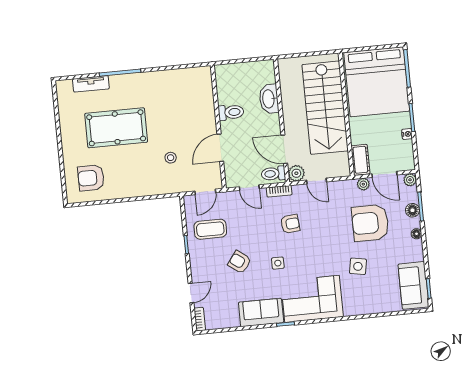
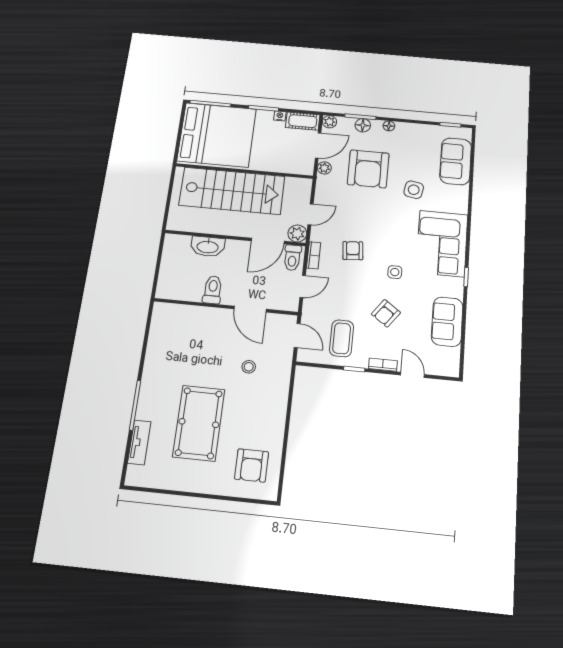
cot: (360, 160) -> (303, 121), moved
sofa: (413, 285) -> (456, 161), moved, turned 90
sofa: (261, 312) -> (447, 322), moved
bookcase: (200, 319) -> (383, 365), moved

